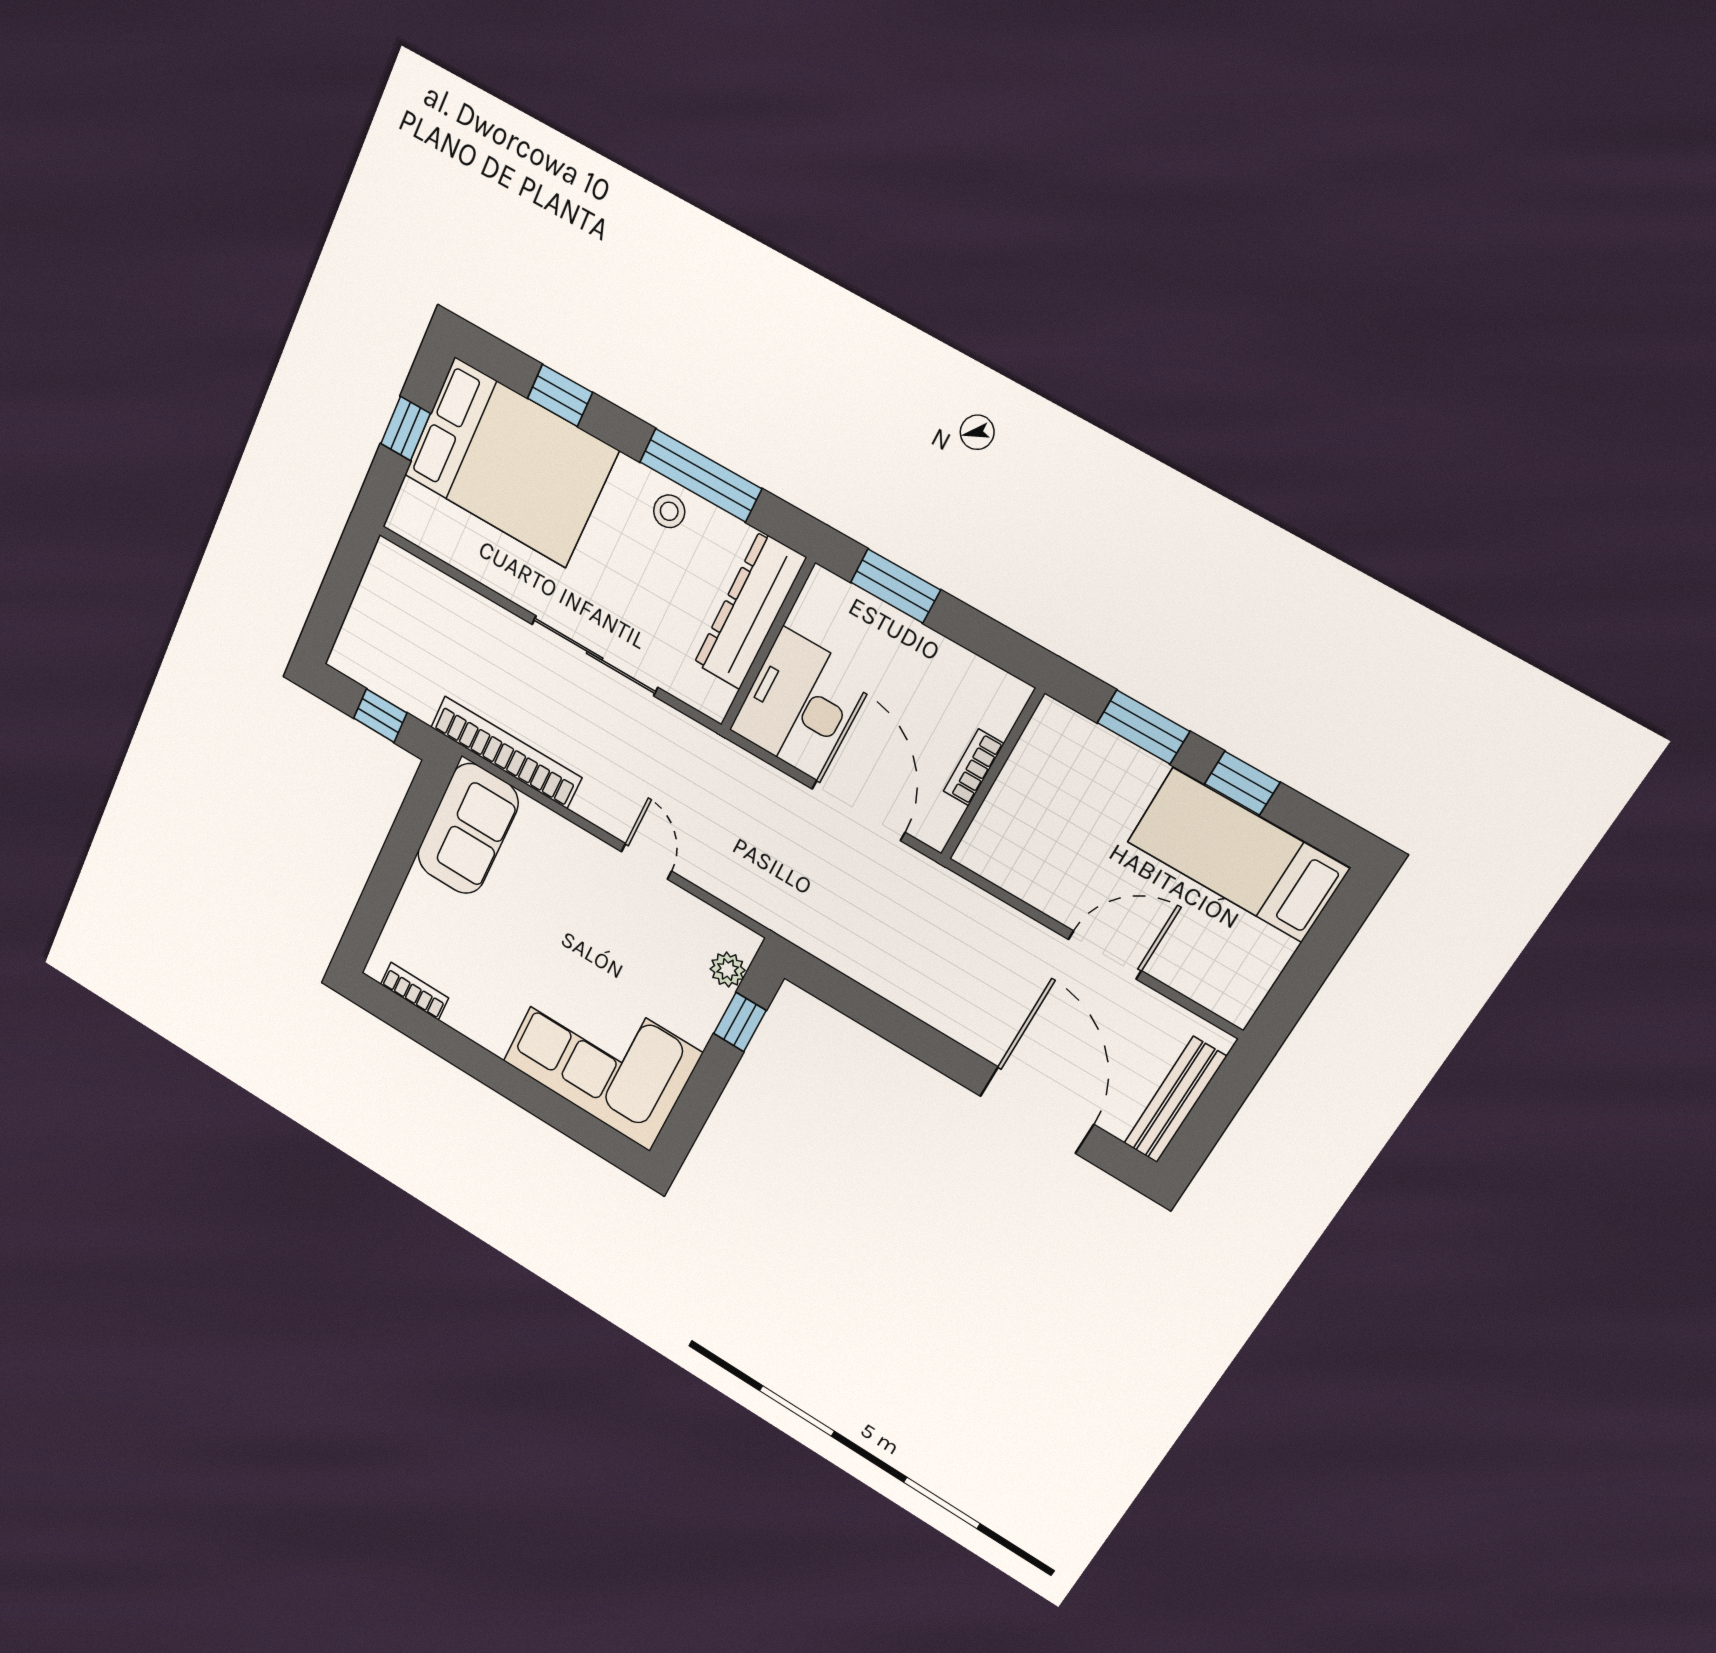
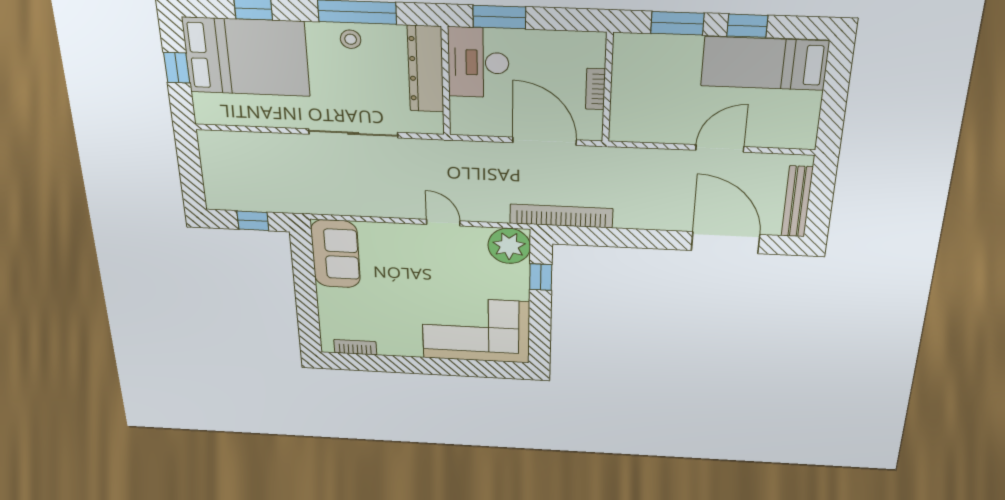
desk: (797, 702) -> (478, 63), moved
bookcase: (506, 752) -> (561, 216), moved
plant: (728, 970) -> (509, 246), width x1.87, depth x1.87

